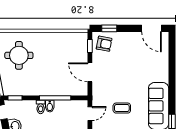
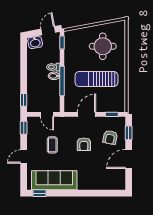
door: (151, 28) -> (129, 159), moved
armchair: (104, 44) -> (110, 137), moved
sun lounger: (53, 62) -> (96, 79), added
armchair: (121, 75) -> (84, 144), added

